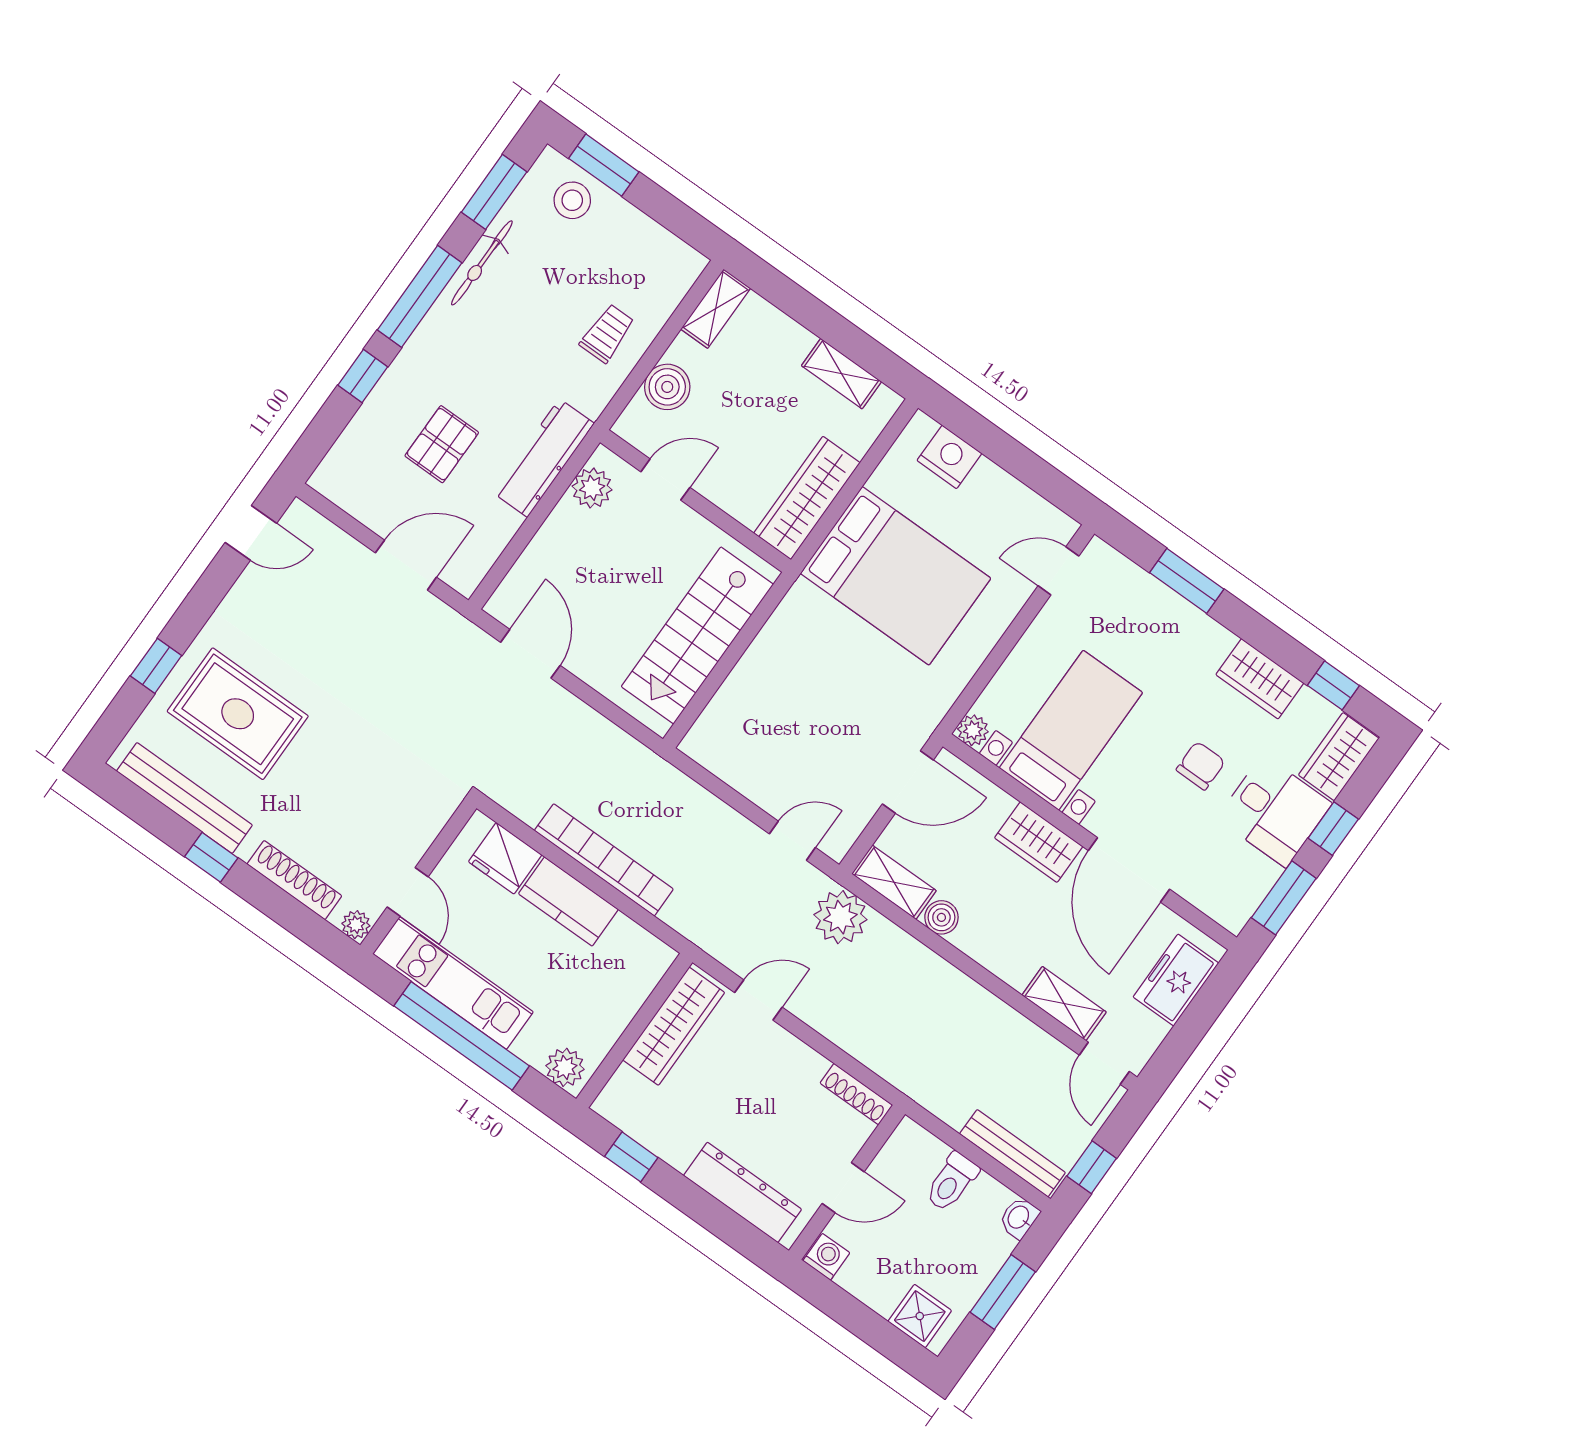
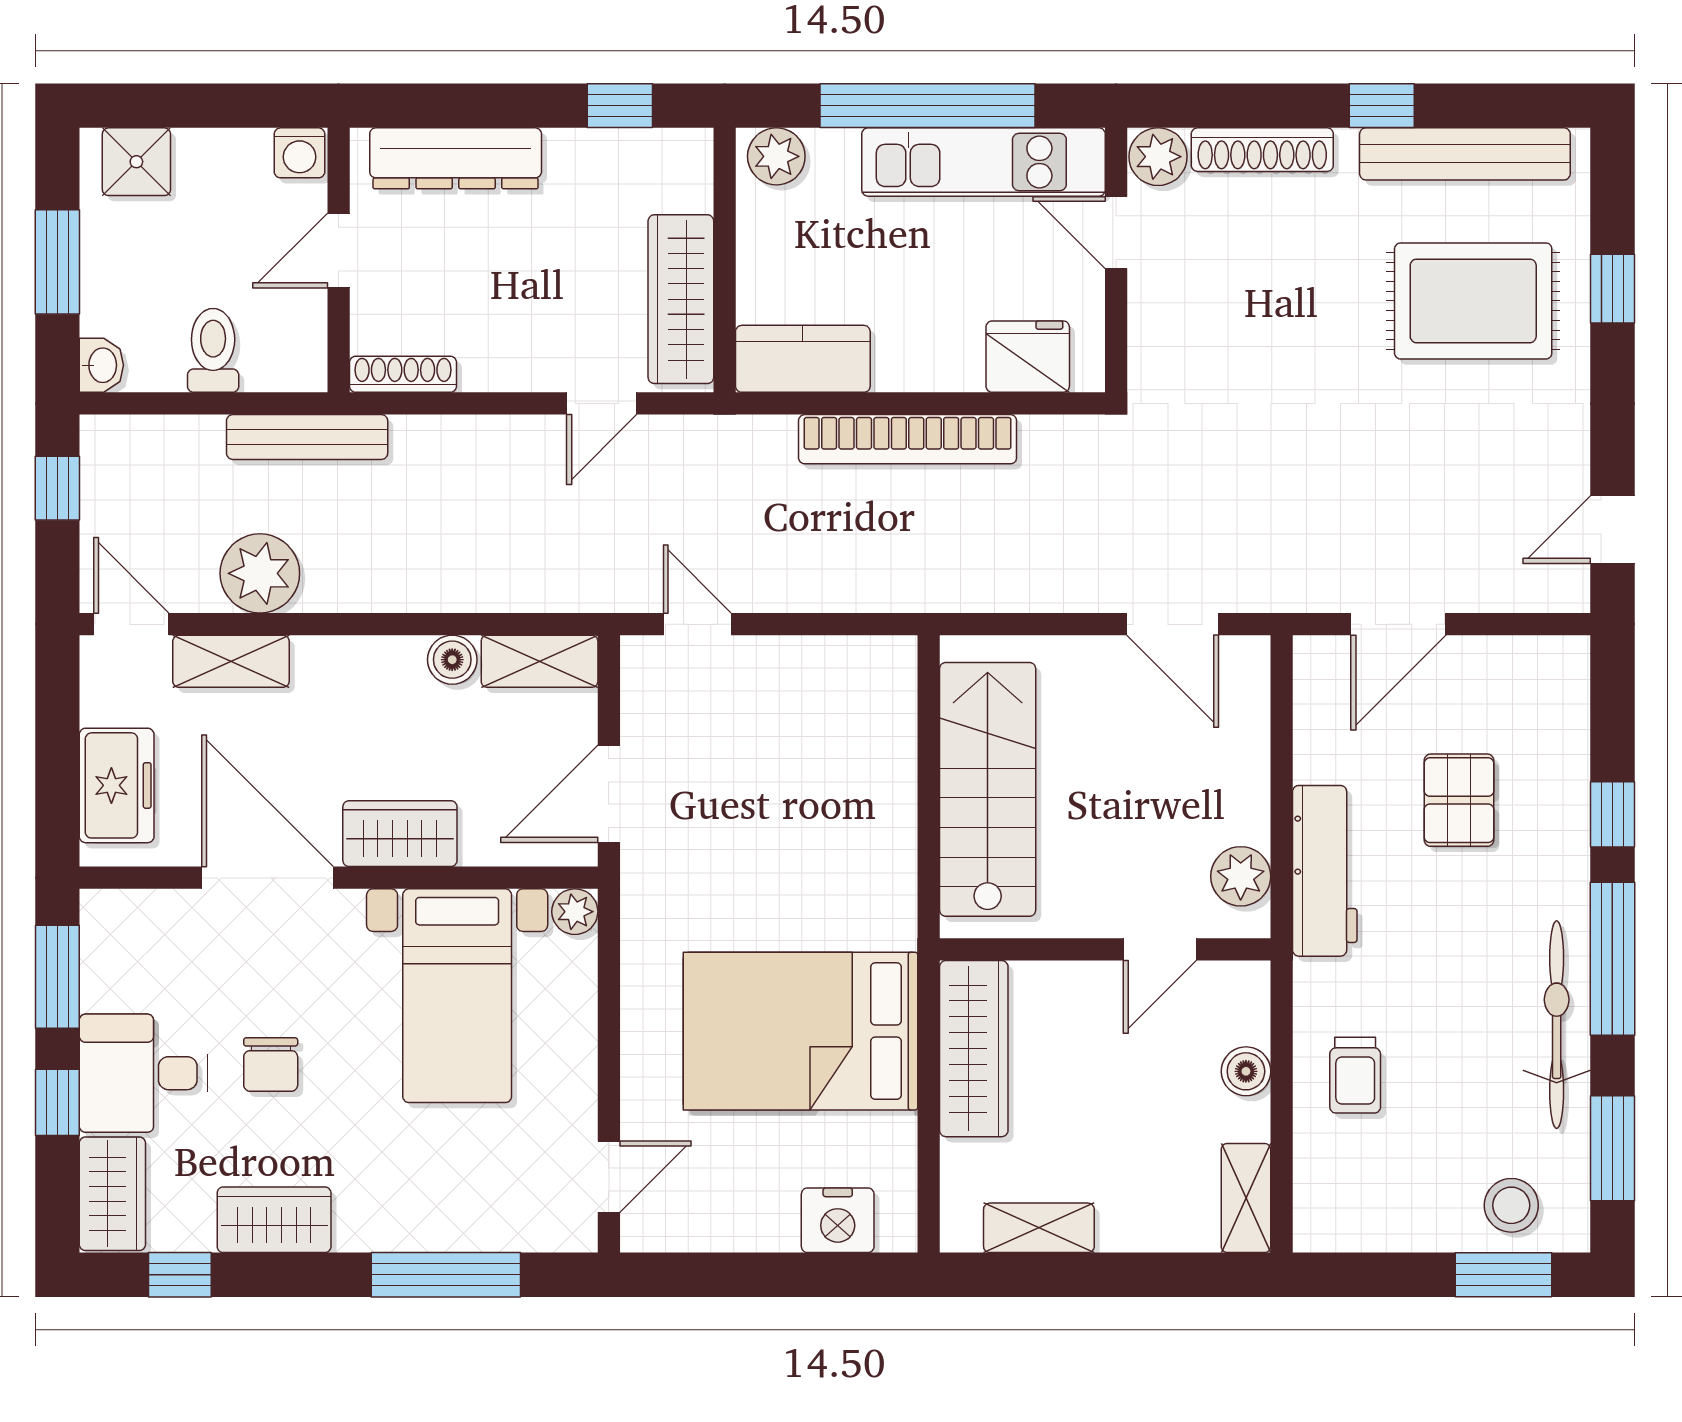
bicycle: (482, 263) -> (1557, 1025), width x1.37, depth x1.40
boiler: (667, 387) -> (1246, 1071), width x0.73, depth x0.73
window: (1187, 581) -> (446, 1275), width x1.44
door: (792, 841) -> (697, 624), swing flipped
kitchen counter: (568, 902) -> (803, 359), moved
plant: (840, 917) -> (260, 573), moved
plant: (356, 925) -> (1158, 157), width x1.38, depth x1.38
bench: (1012, 1153) -> (307, 437), moved

